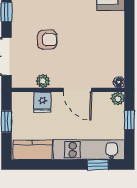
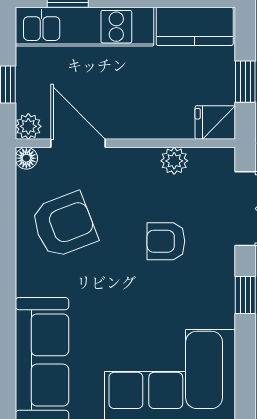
armchair: (100, 48) -> (64, 225), added
door: (77, 90) -> (78, 143), moved
fridge: (43, 102) -> (215, 122), moved, turned -90

